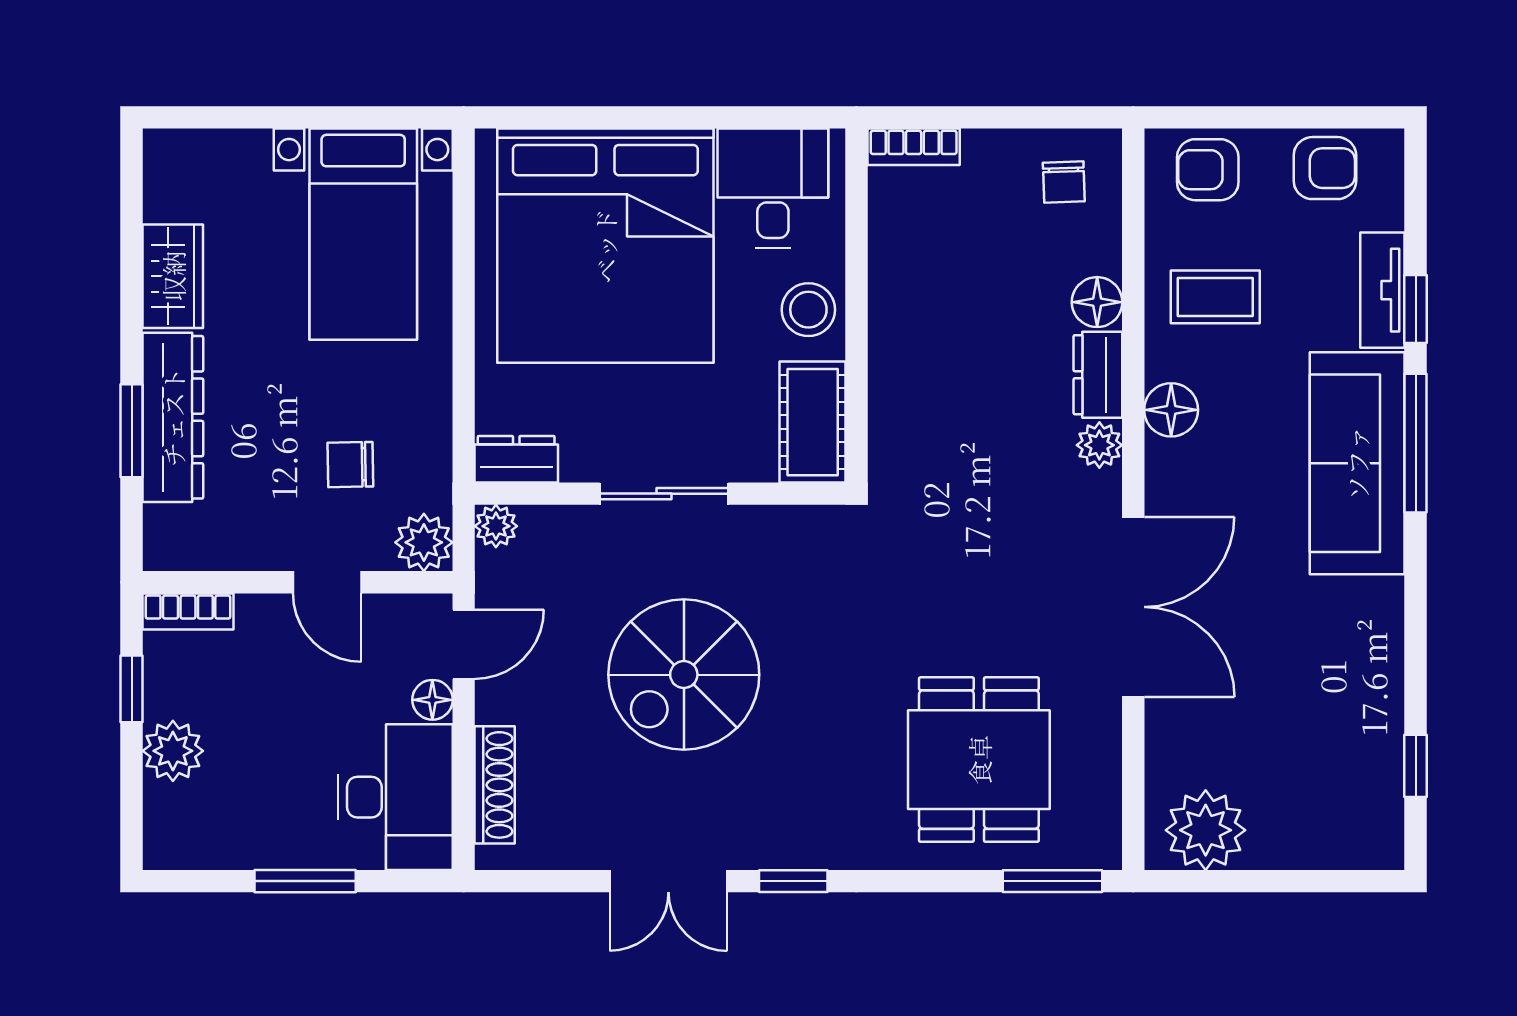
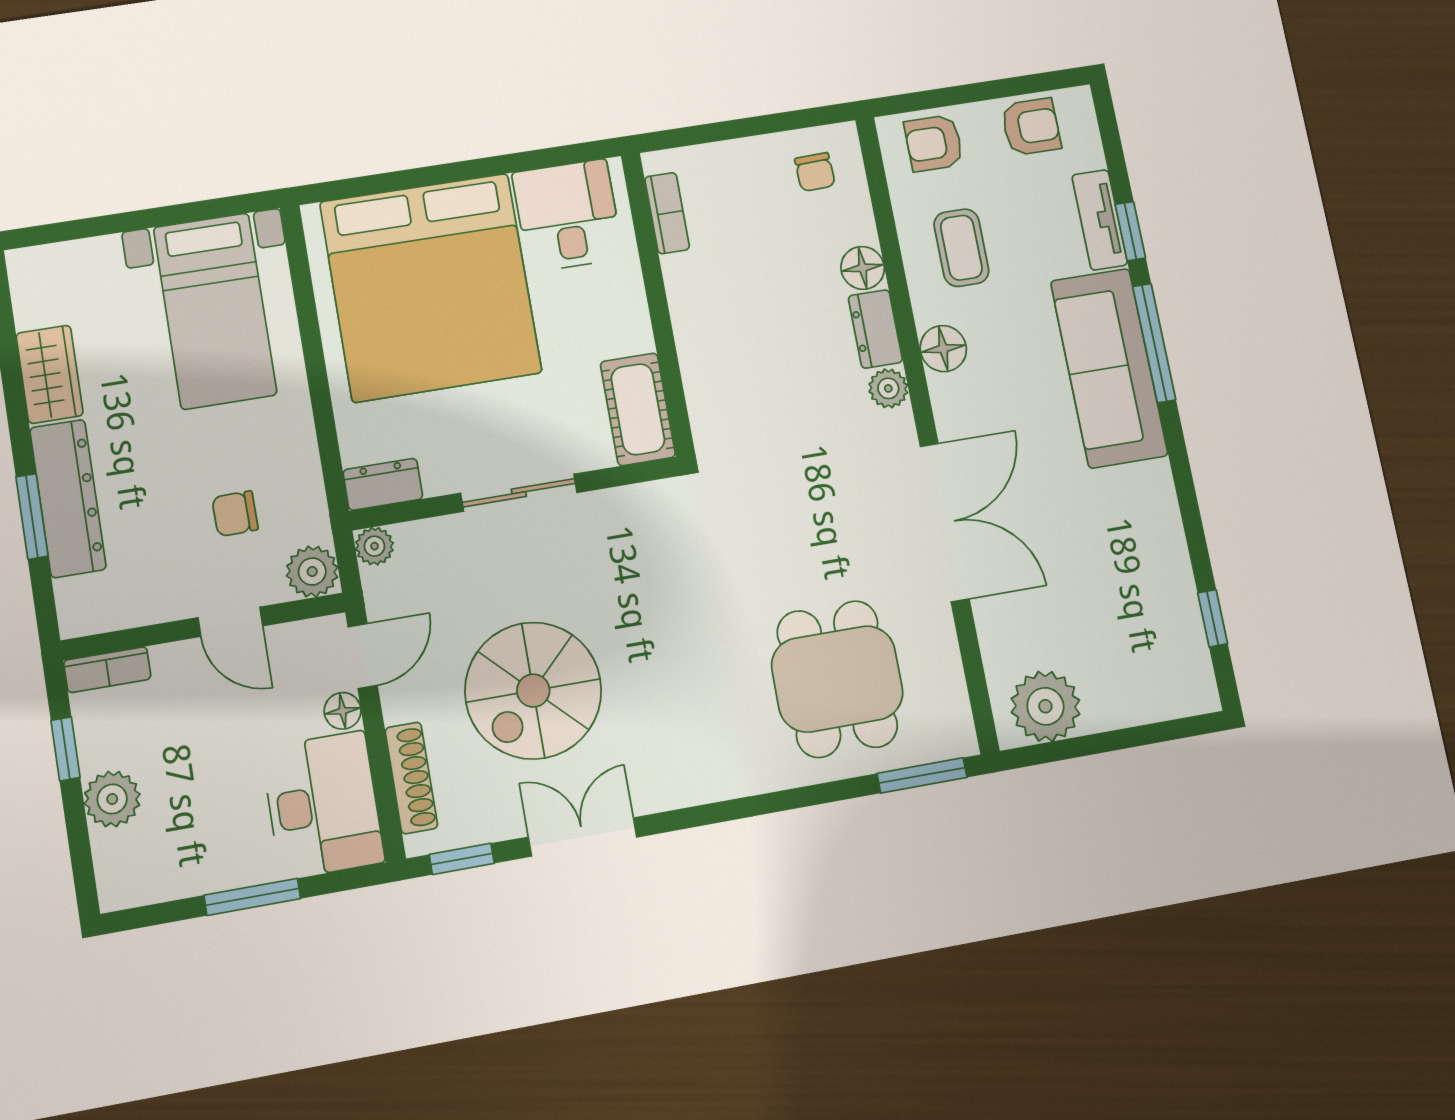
bookcase: (914, 147) -> (667, 213), moved, turned -90
coffee table: (1215, 297) -> (961, 248), turned 90
stool: (808, 310) -> (617, 314), removed
spiral stairs: (684, 675) -> (533, 691), moved
double door: (668, 881) -> (583, 837), swing flipped
window: (793, 881) -> (462, 859), moved

